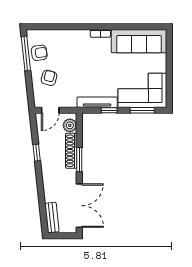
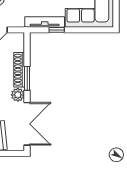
window: (142, 110) -> (89, 30), removed
plant: (70, 125) -> (18, 95), moved

